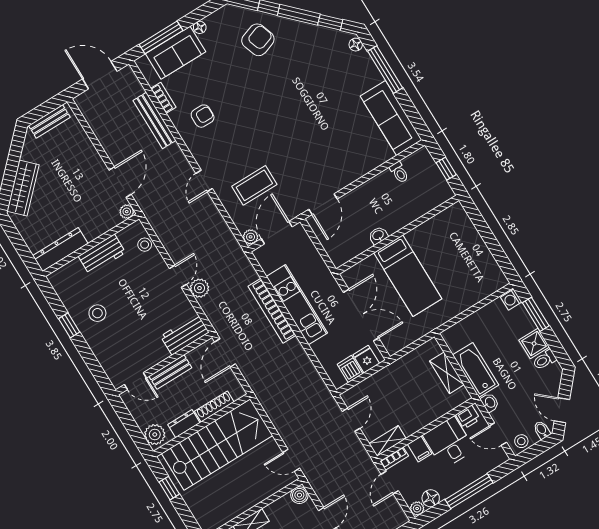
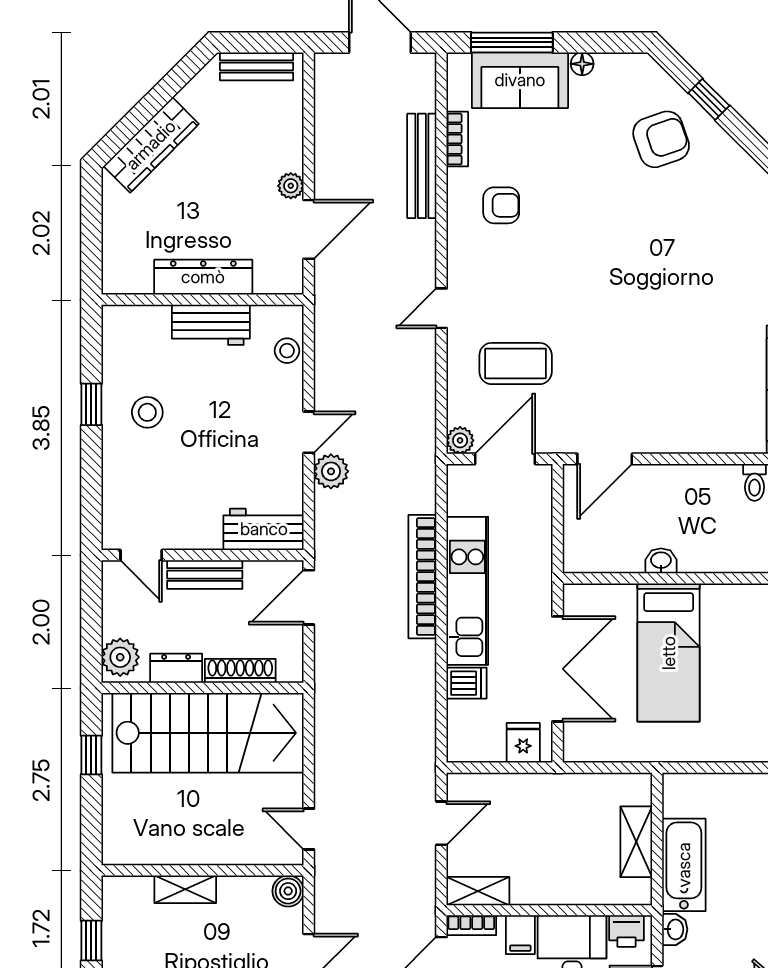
plant: (127, 212) -> (291, 186), moved
dresser: (60, 250) -> (203, 277), moved
dishwasher: (350, 369) -> (466, 683), moved, turned 90

